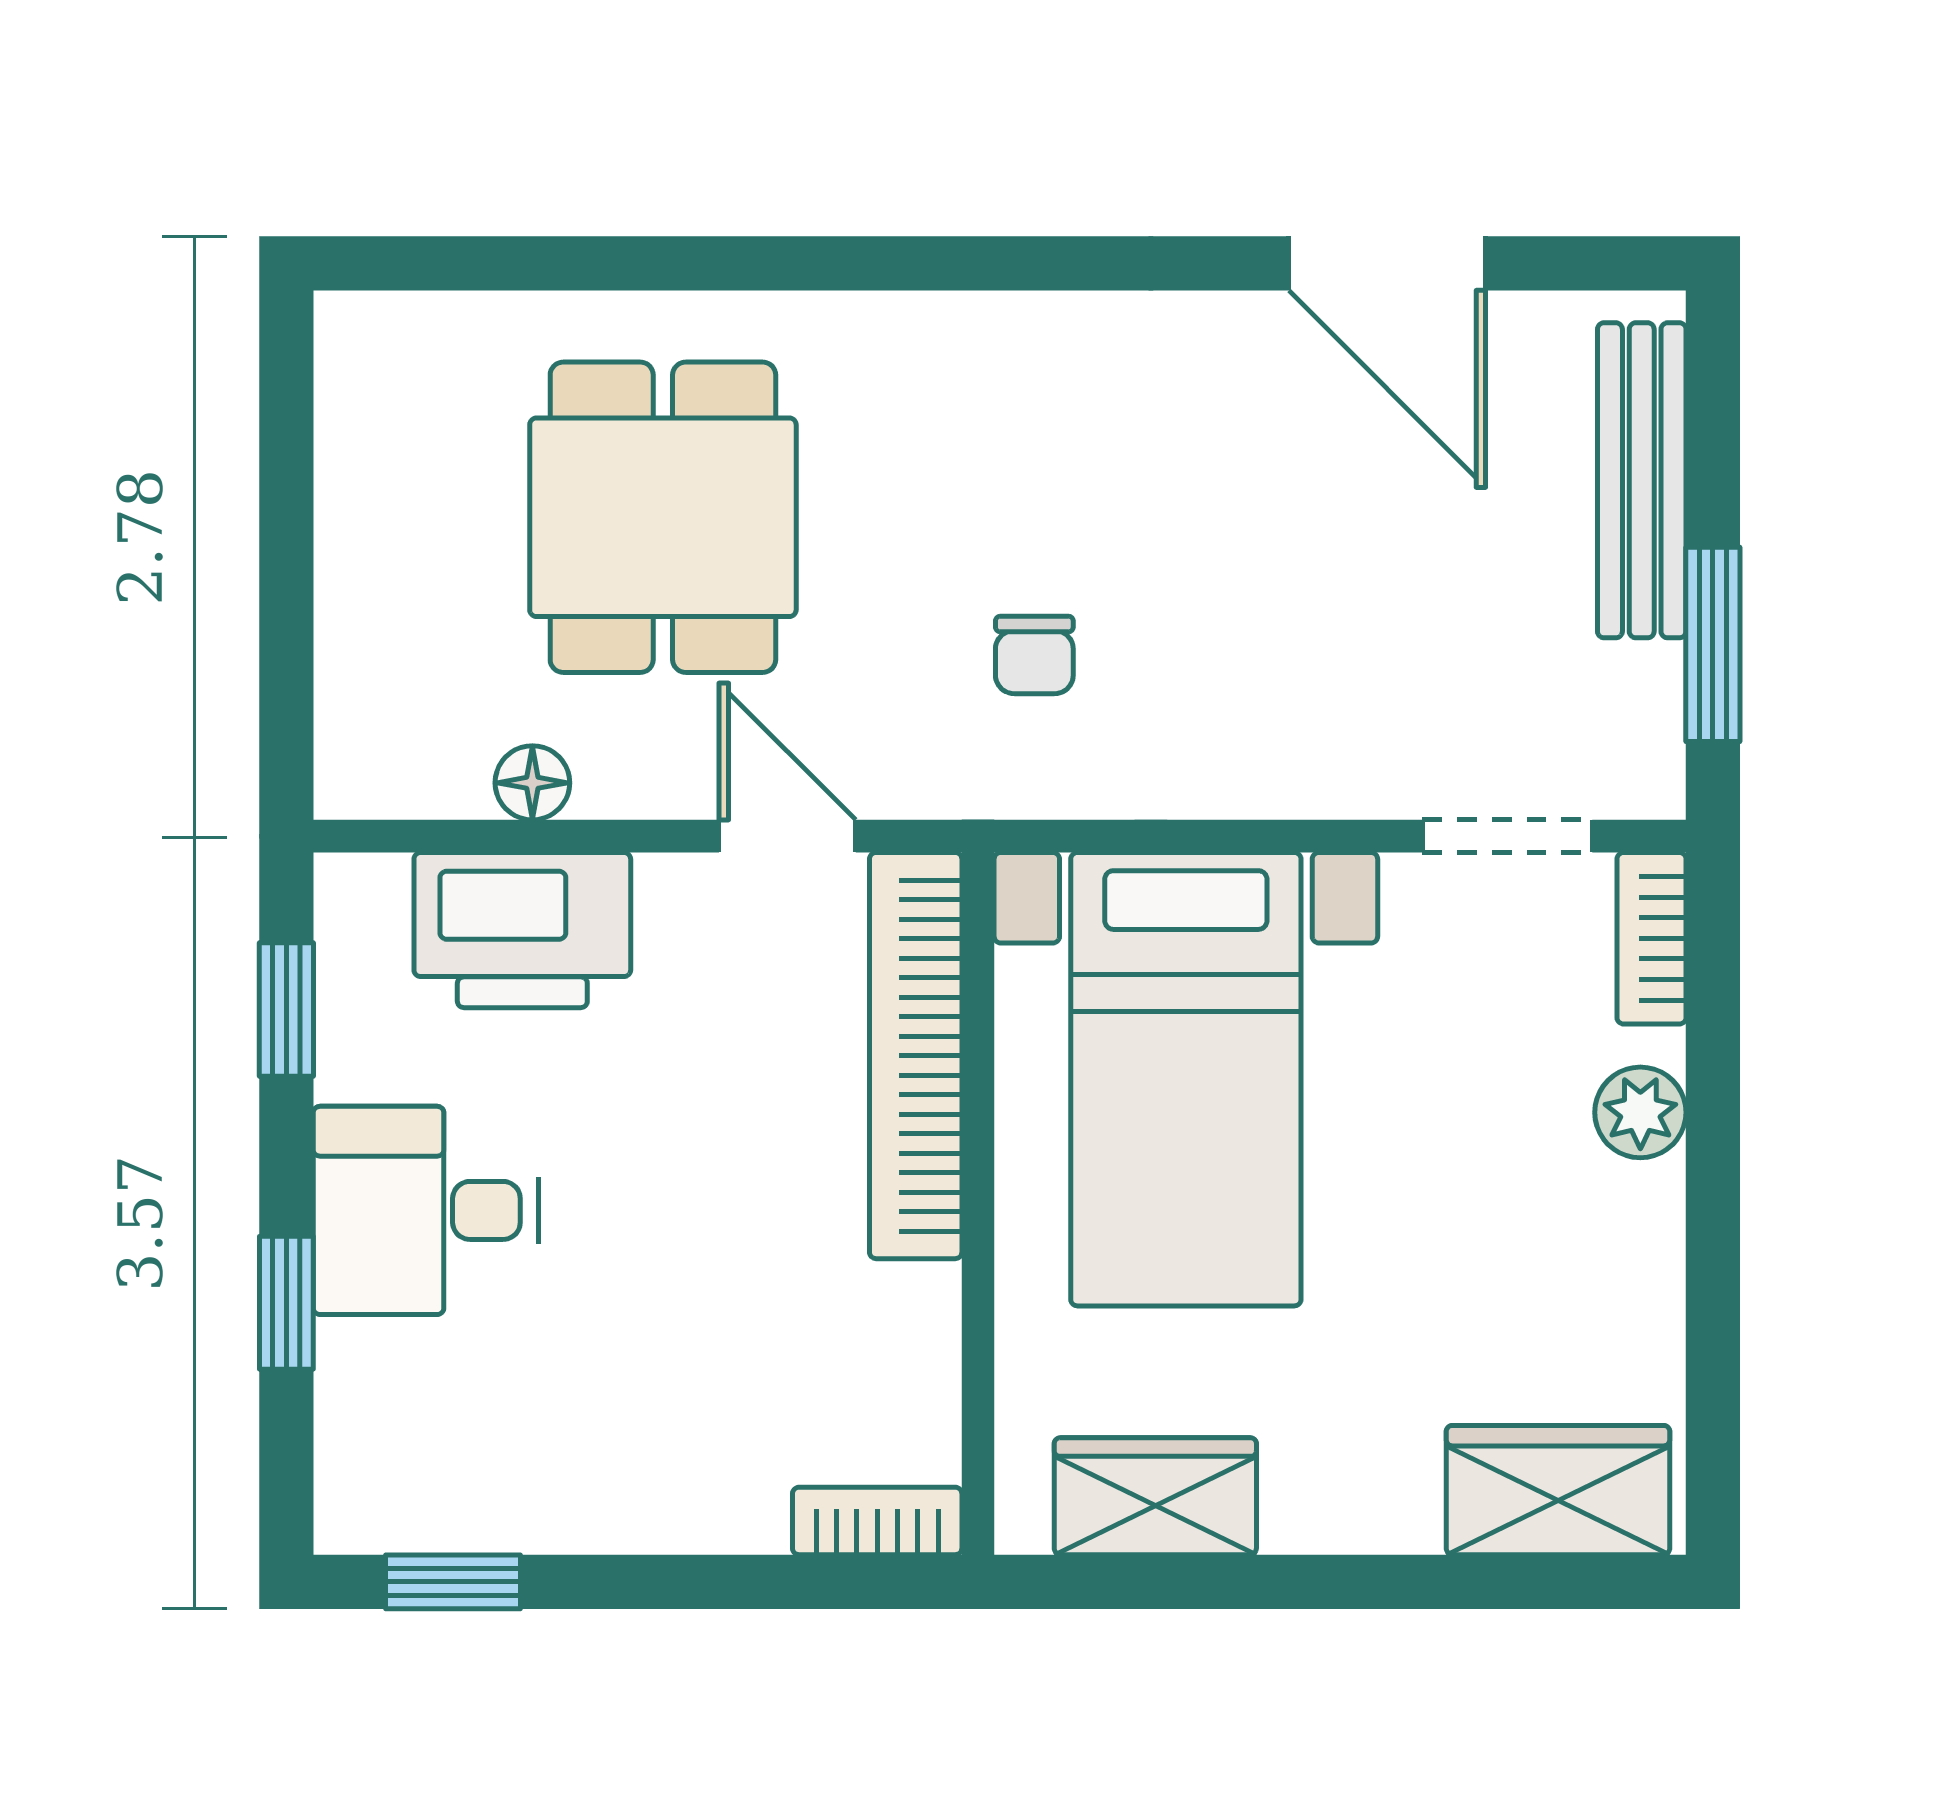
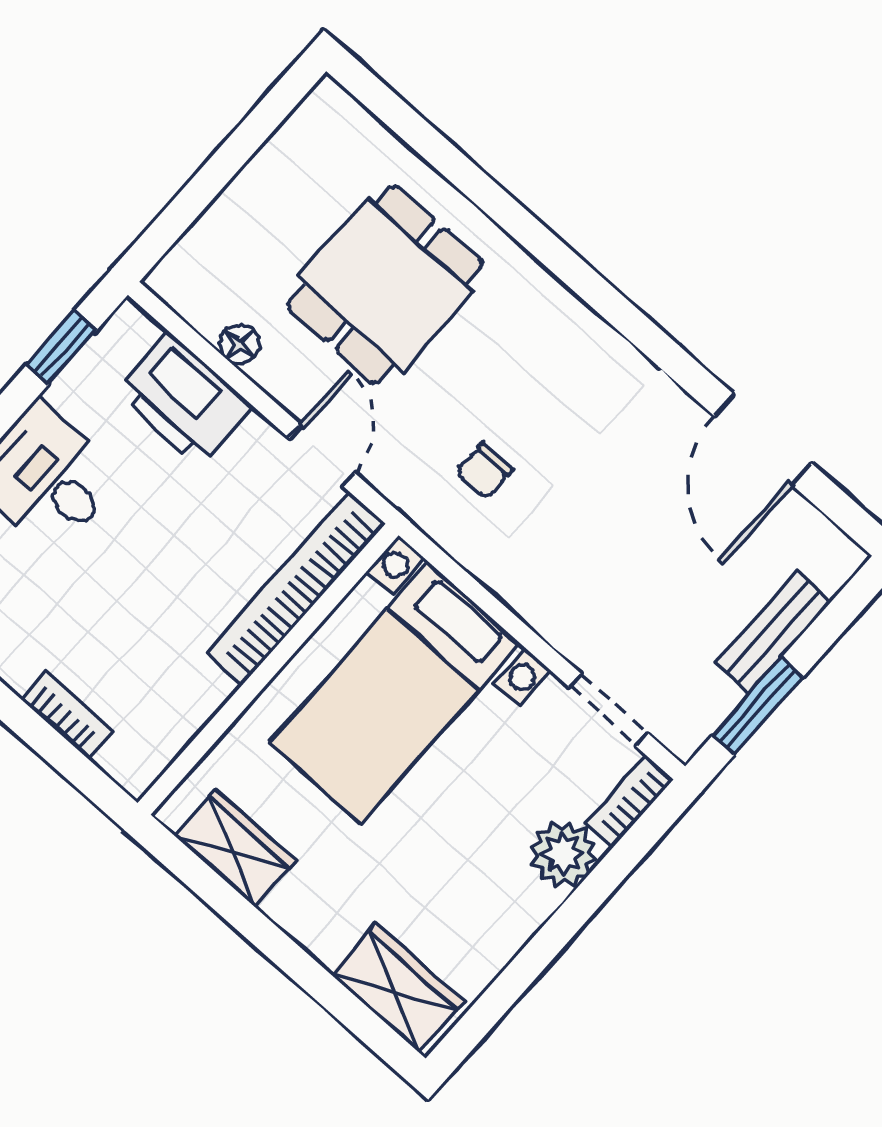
bench: (1642, 480) -> (773, 633), width x0.73
plant: (1640, 1112) -> (563, 854), width x1.38, depth x1.38
bookcase: (877, 1521) -> (66, 716), moved

